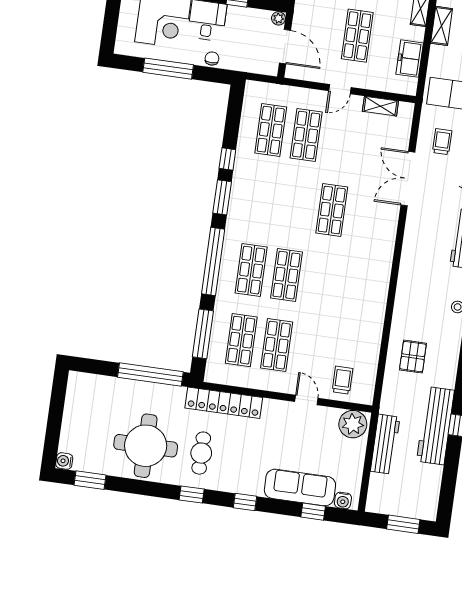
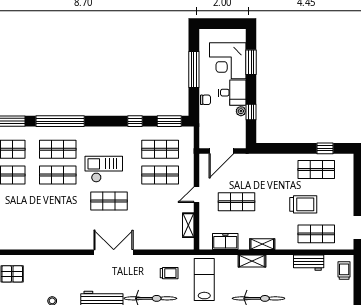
plant: (278, 18) -> (241, 111), moved
door: (340, 89) -> (196, 195), hinge flipped
double door: (408, 179) -> (114, 252), moved
window: (222, 197) -> (169, 121), moved
checkout: (287, 211) -> (104, 169), added

